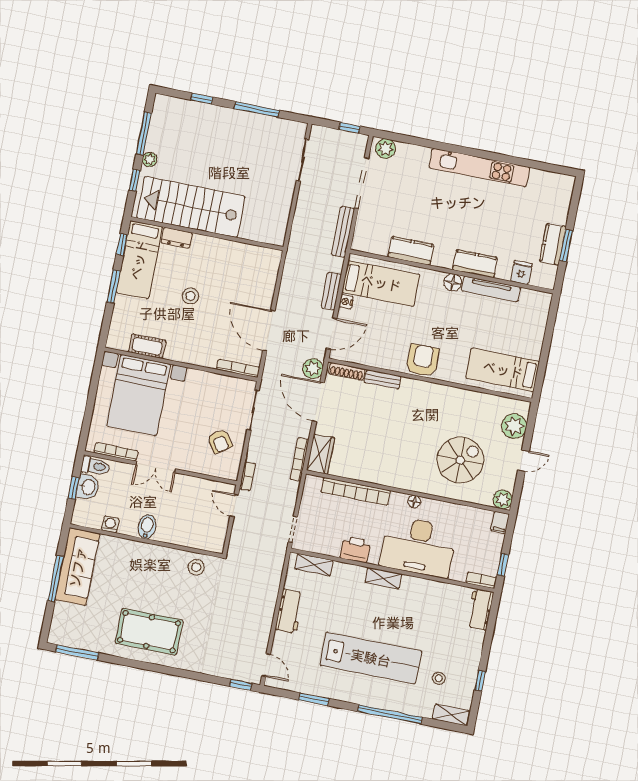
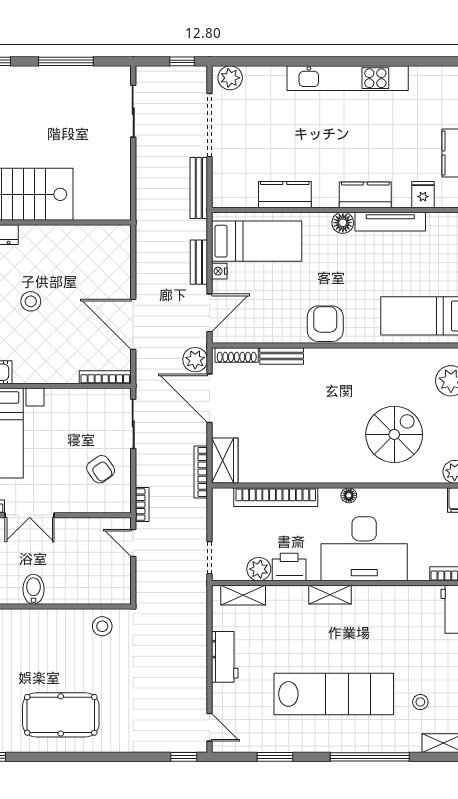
plant: (331, 546) -> (259, 569), added

